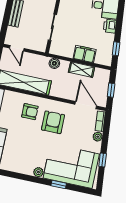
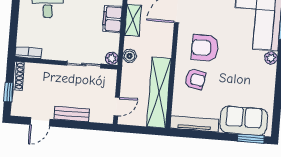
plant: (54, 50) -> (112, 58), added
armchair: (30, 112) -> (195, 79), turned 101

